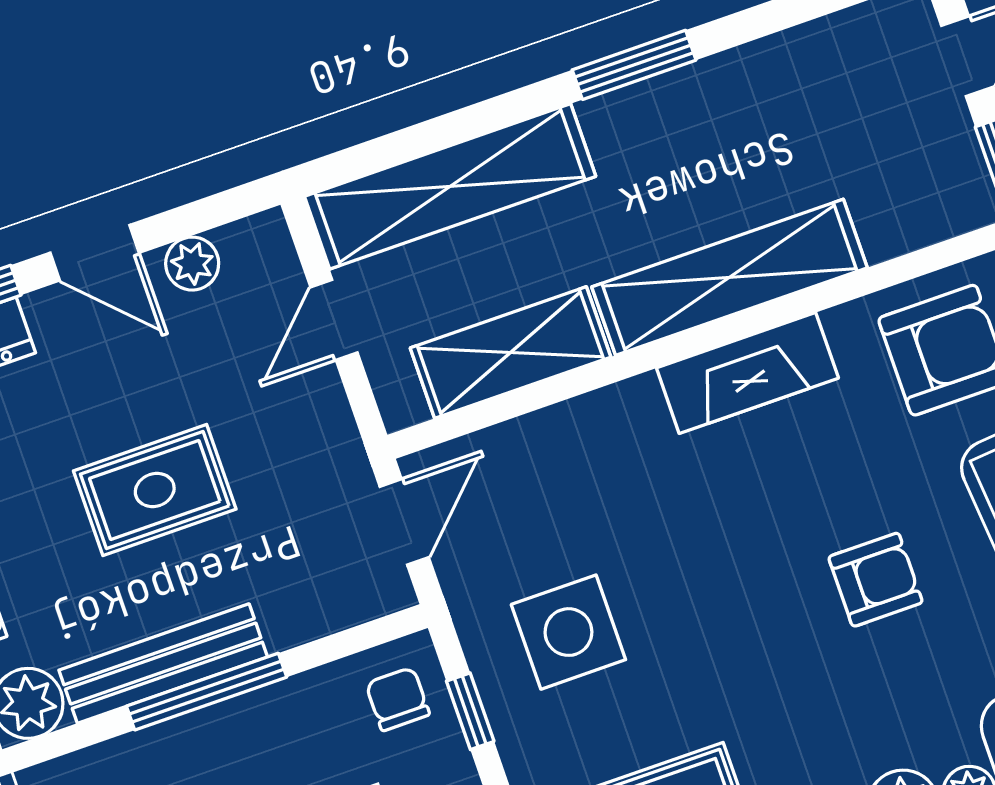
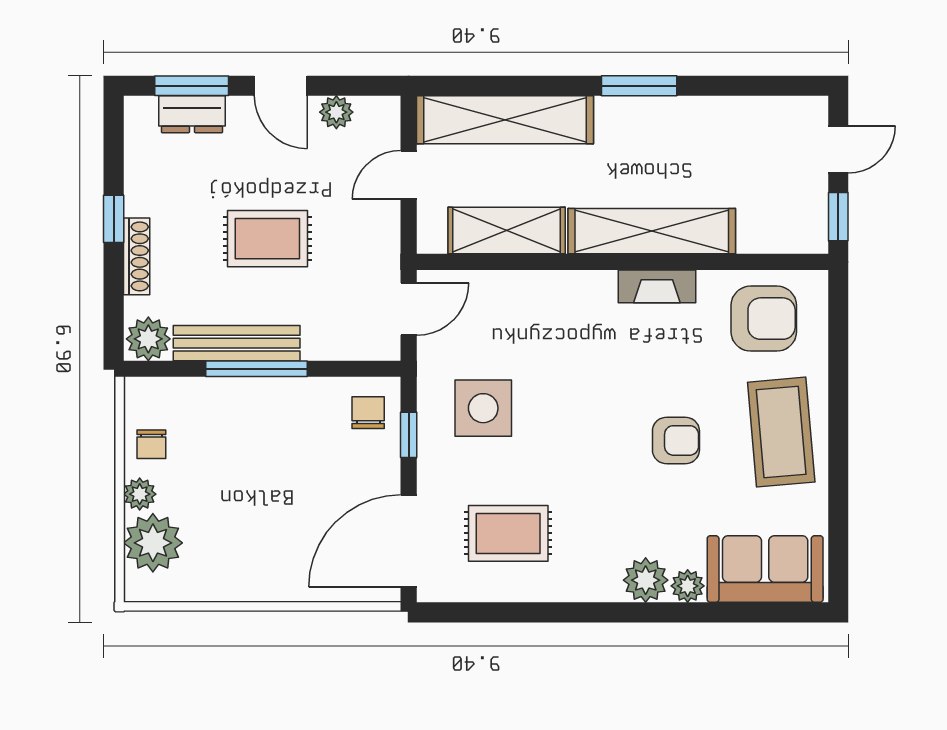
fireplace: (747, 373) -> (657, 286), width x0.73, depth x0.76

